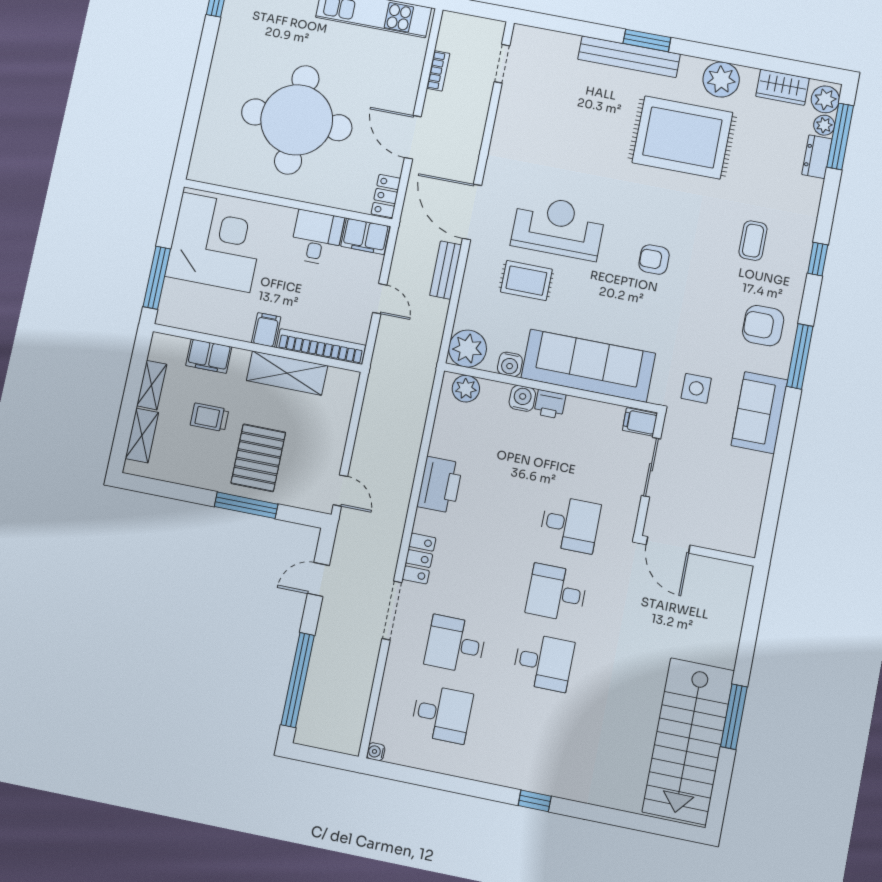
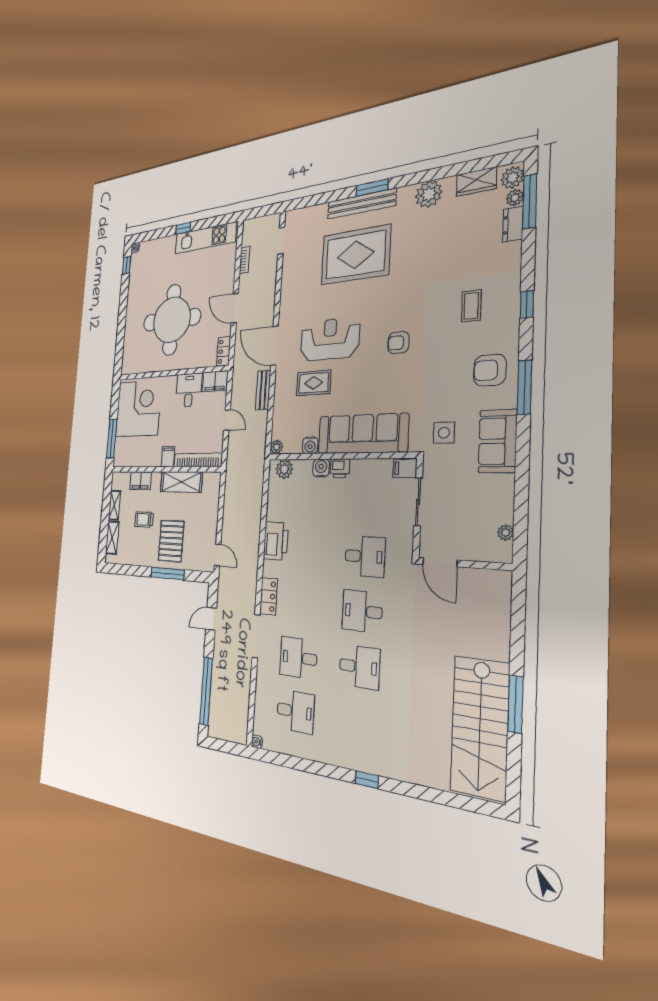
rug: (682, 137) -> (355, 255), moved
plant: (468, 349) -> (276, 447), width x0.53, depth x0.53
plant: (752, 521) -> (506, 532), added

